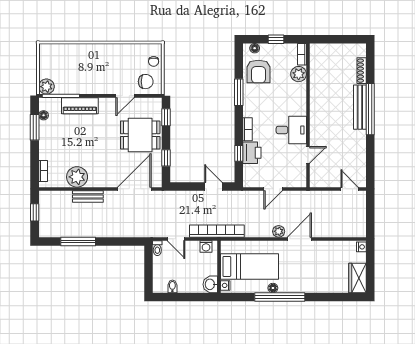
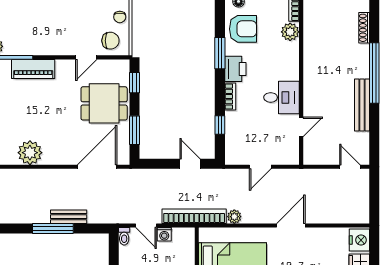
armchair: (258, 72) -> (243, 29), turned -90
bench: (360, 107) -> (362, 105), moved
printer: (252, 153) -> (235, 69), moved
window: (166, 158) -> (134, 130), width x1.50
bench: (88, 196) -> (69, 217), moved
plant: (279, 231) -> (234, 217), moved
window: (78, 241) -> (53, 228), moved
washing machine: (206, 246) -> (164, 234), moved
nightstand: (361, 247) -> (359, 240), width x1.89, depth x1.79

